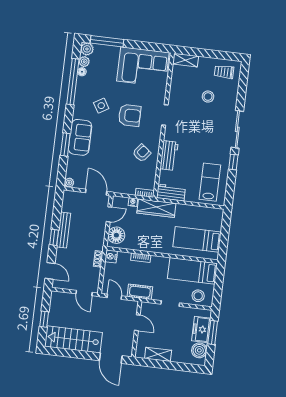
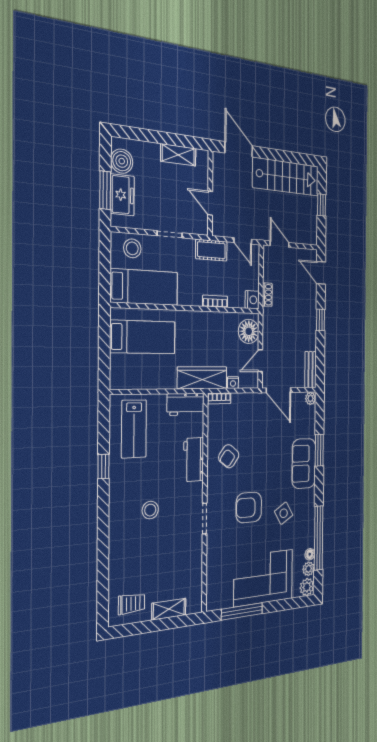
window: (107, 41) -> (242, 611), moved
shelving: (186, 60) -> (169, 609), moved
corner sofa: (143, 67) -> (263, 578), moved
stool: (208, 97) -> (150, 510), moved
sliding door: (237, 129) -> (103, 519), removed
bench: (64, 230) -> (311, 370), moved, width x0.73

